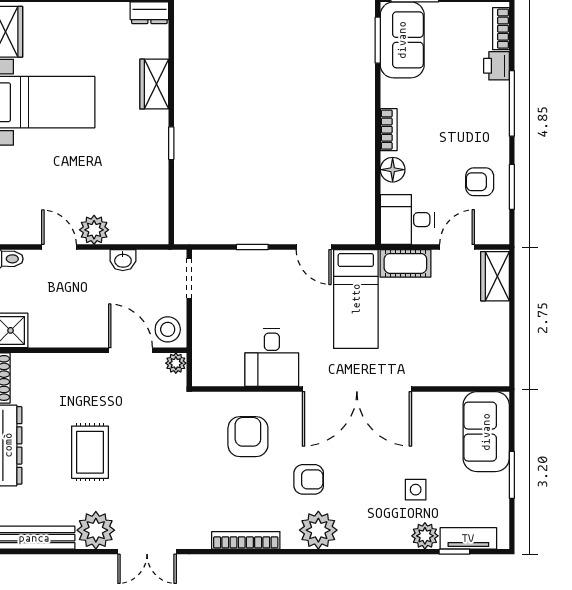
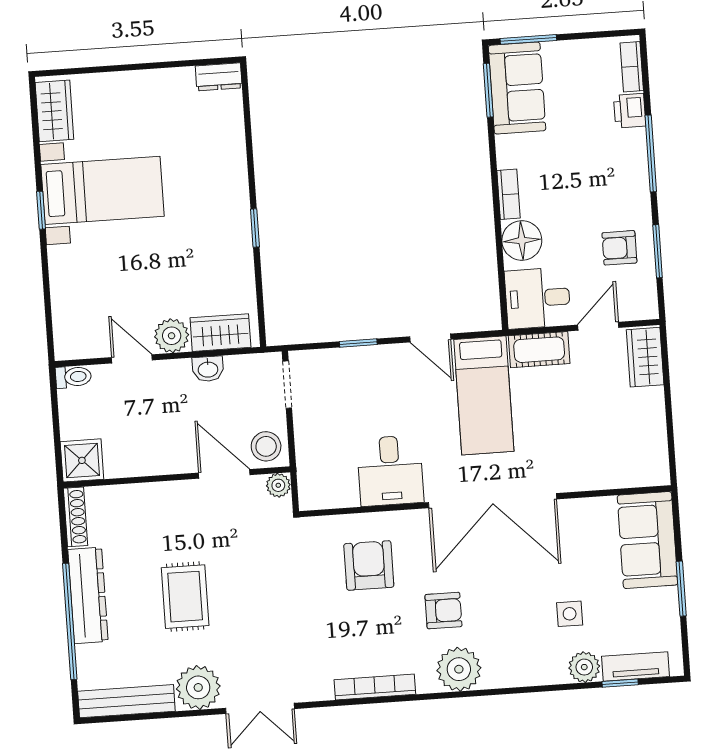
wardrobe: (154, 84) -> (220, 333), moved, turned 90
floor lamp: (393, 170) -> (522, 240), width x1.38, depth x1.38

